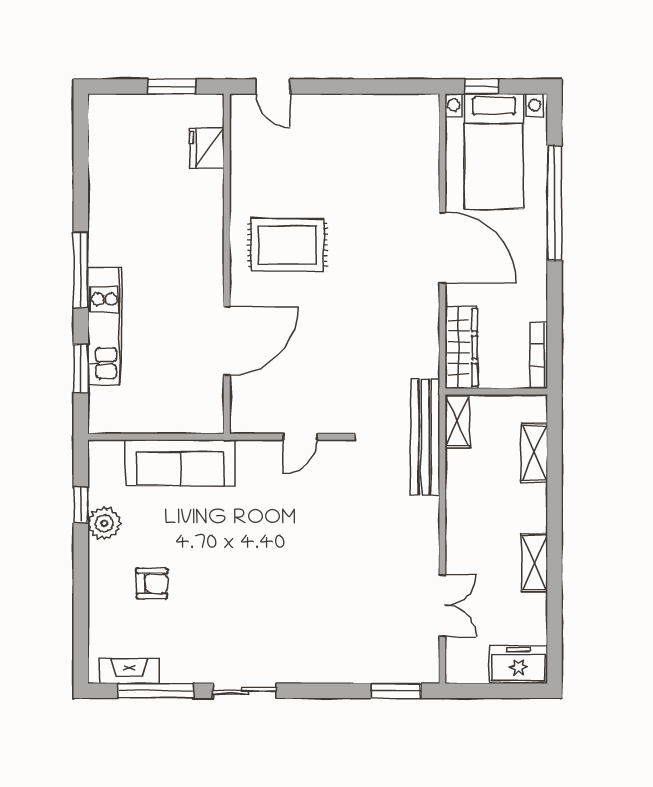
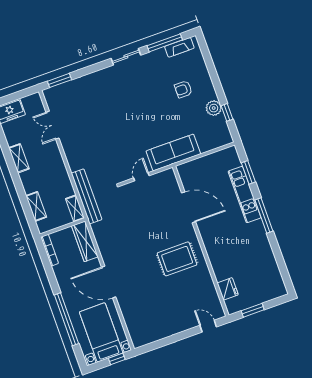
door: (227, 341) -> (189, 207), swing flipped
sofa: (180, 463) -> (173, 153), moved

